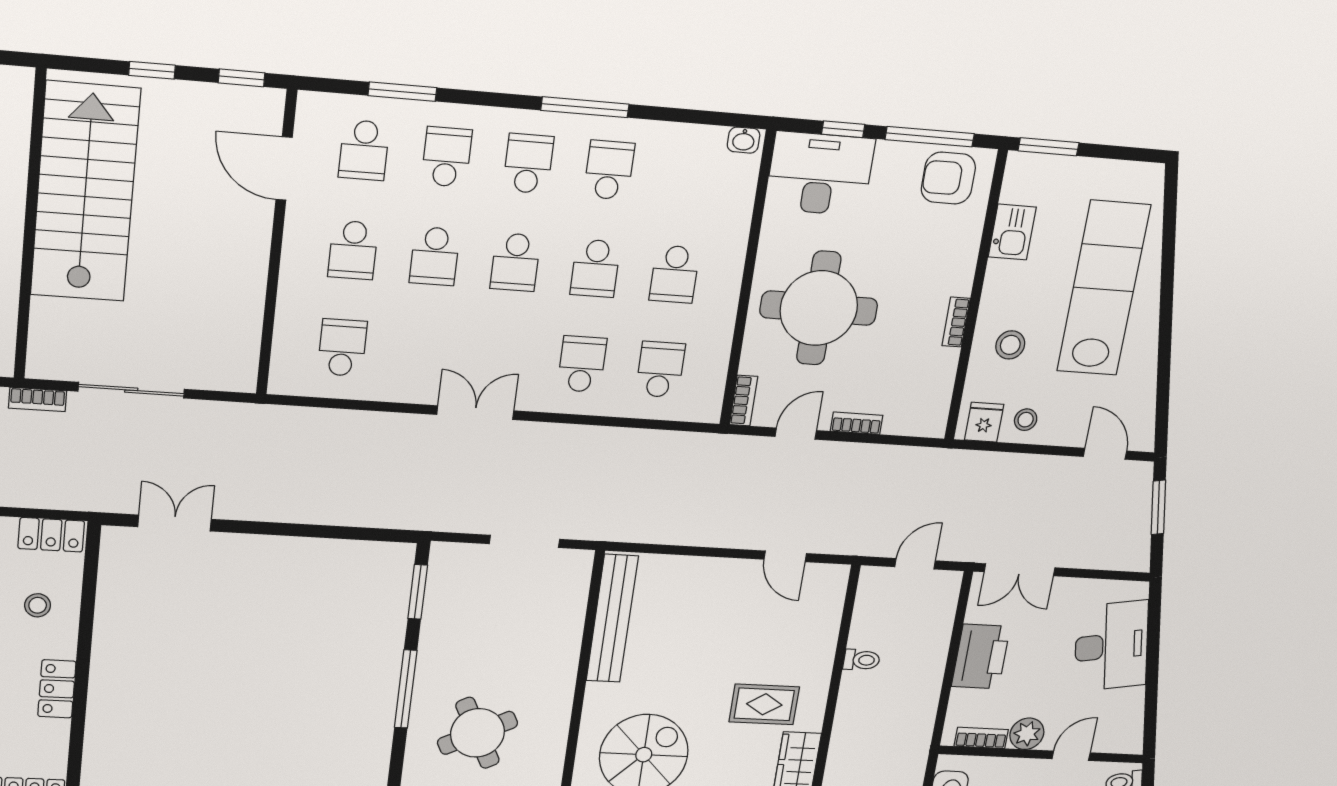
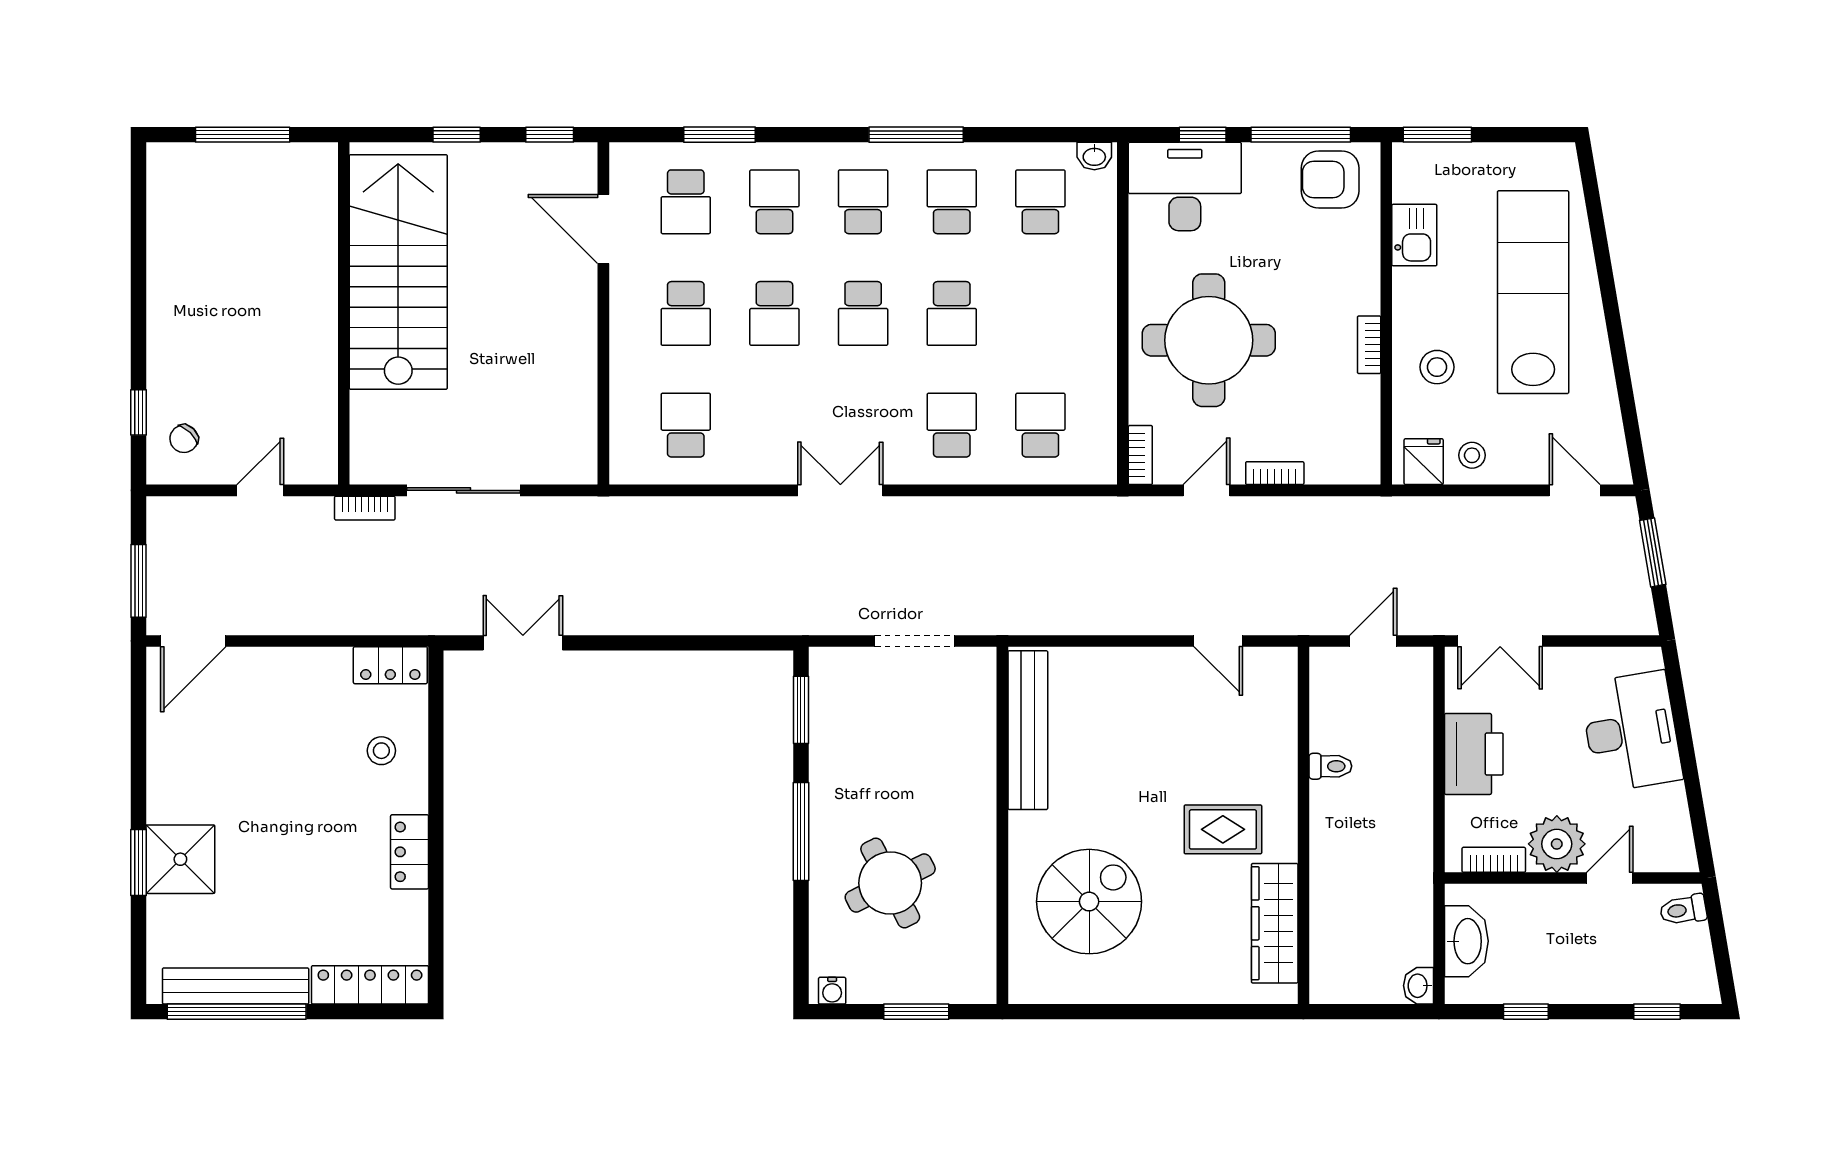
school desk: (674, 274) -> (1040, 202), moved, turned 180
plant: (1027, 734) -> (1557, 844), width x1.36, depth x1.36

